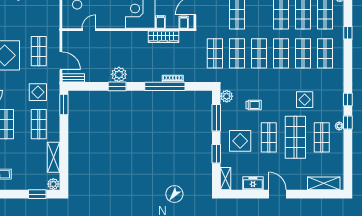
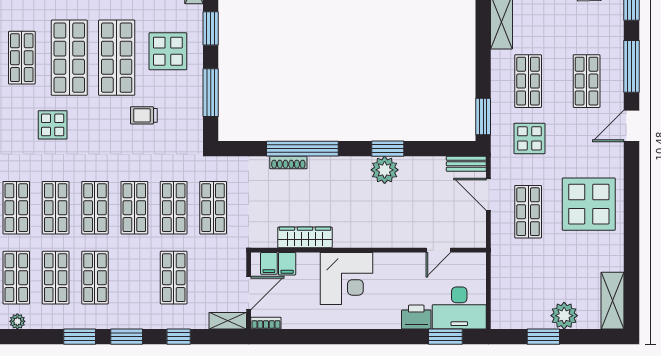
filing cabinet: (160, 22) -> (287, 264), moved
plant: (227, 96) -> (192, 131), removed
shop shelf: (269, 137) -> (117, 58), width x1.43, depth x1.36

